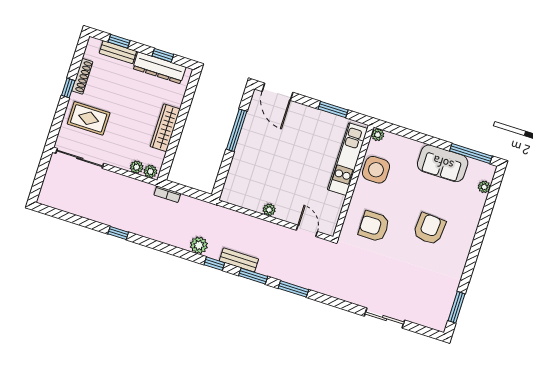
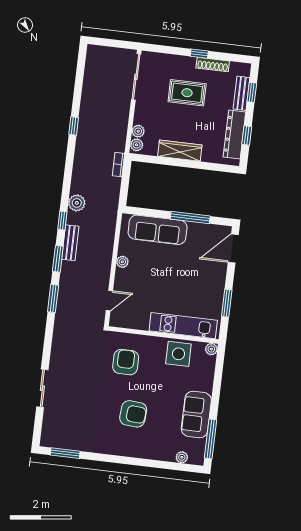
rug: (89, 118) -> (187, 93), moved, turned 90
sofa: (243, 167) -> (158, 230), added

